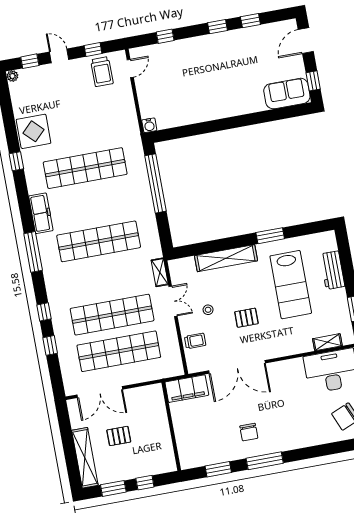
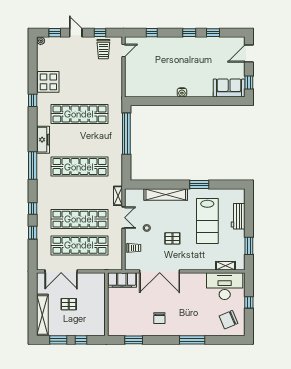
water cooler: (149, 125) -> (182, 92), moved
window: (265, 461) -> (192, 340), moved

